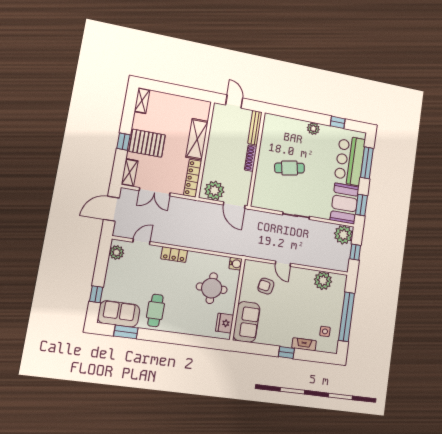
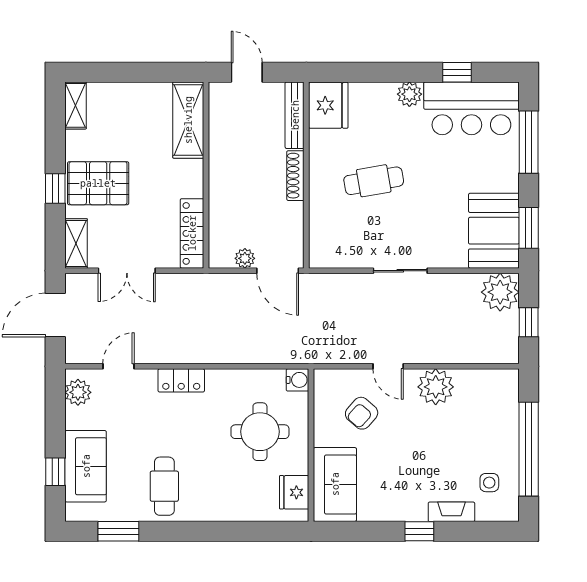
fridge: (273, 126) -> (328, 105), added
shelving: (197, 139) -> (188, 120), moved
bar counter: (350, 160) -> (471, 108), moved, turned -90
plant: (214, 191) -> (245, 258), width x0.53, depth x0.53
plant: (323, 281) -> (436, 387), moved
armchair: (266, 286) -> (362, 413), turned -59
sofa: (119, 314) -> (86, 466), moved, turned 90

